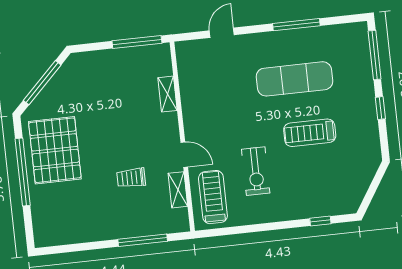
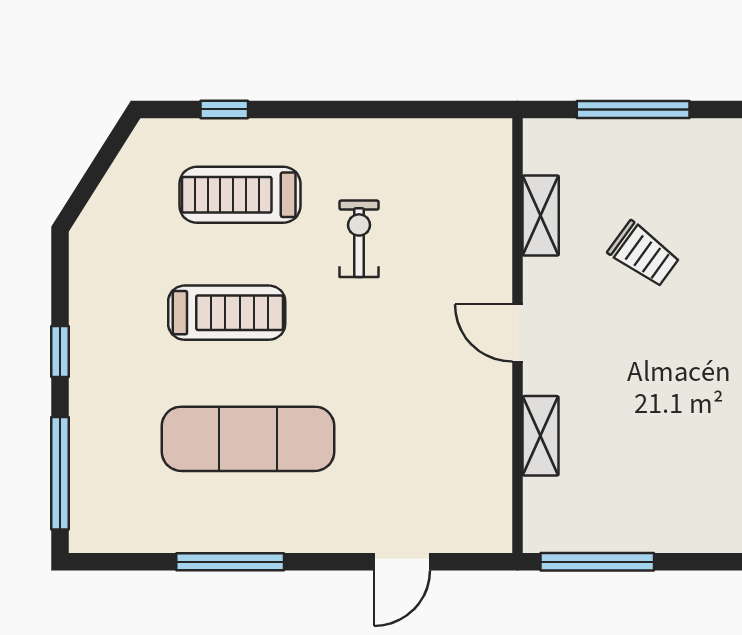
door: (184, 155) -> (517, 333), moved
exercise bike: (256, 171) -> (359, 239), width x0.73, depth x0.72
trolley: (131, 178) -> (644, 254), turned 36
treadmill: (213, 197) -> (240, 195), moved, turned 90

